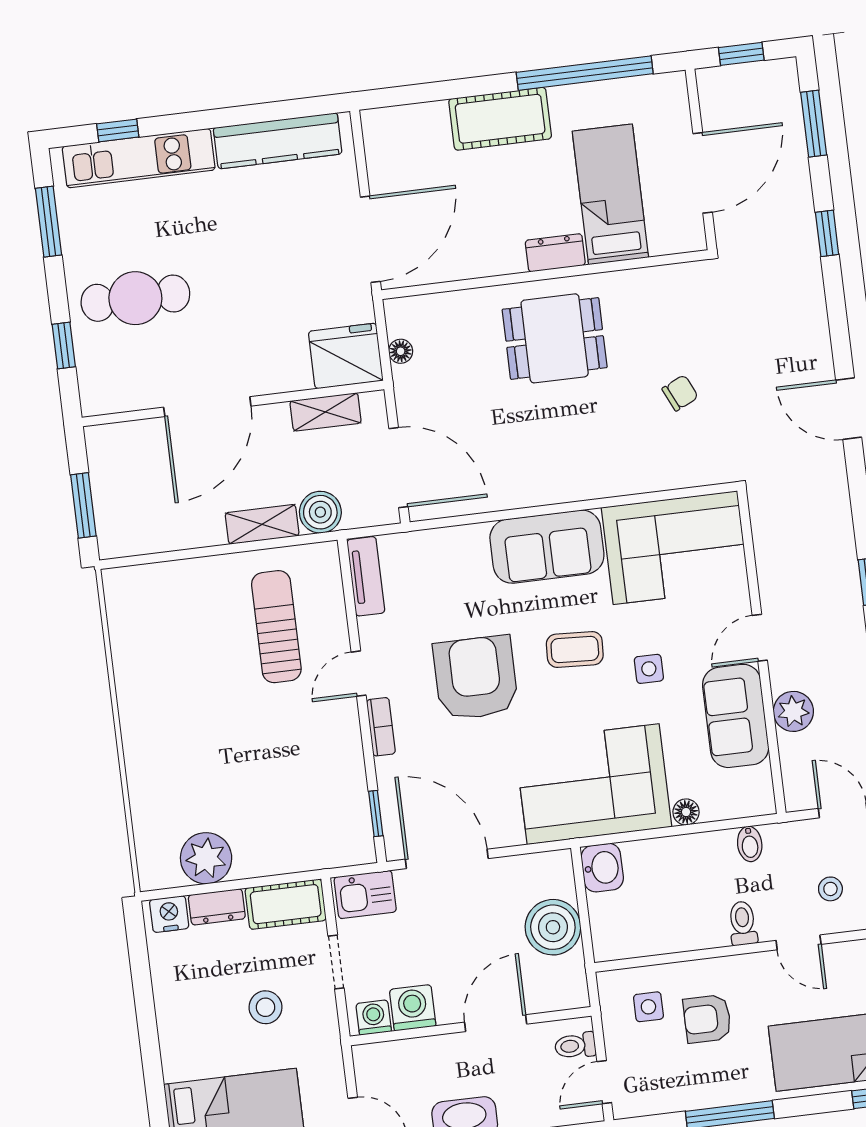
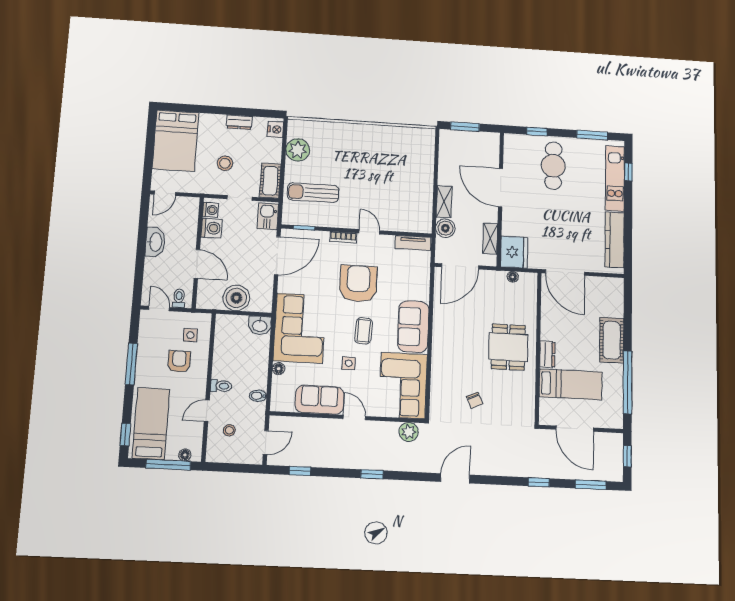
sun lounger: (276, 627) -> (313, 193), moved, turned 180
armchair: (476, 678) -> (358, 284), turned -90
plant: (793, 711) -> (409, 432), moved
dresser: (217, 907) -> (239, 122), moved, turned -90

